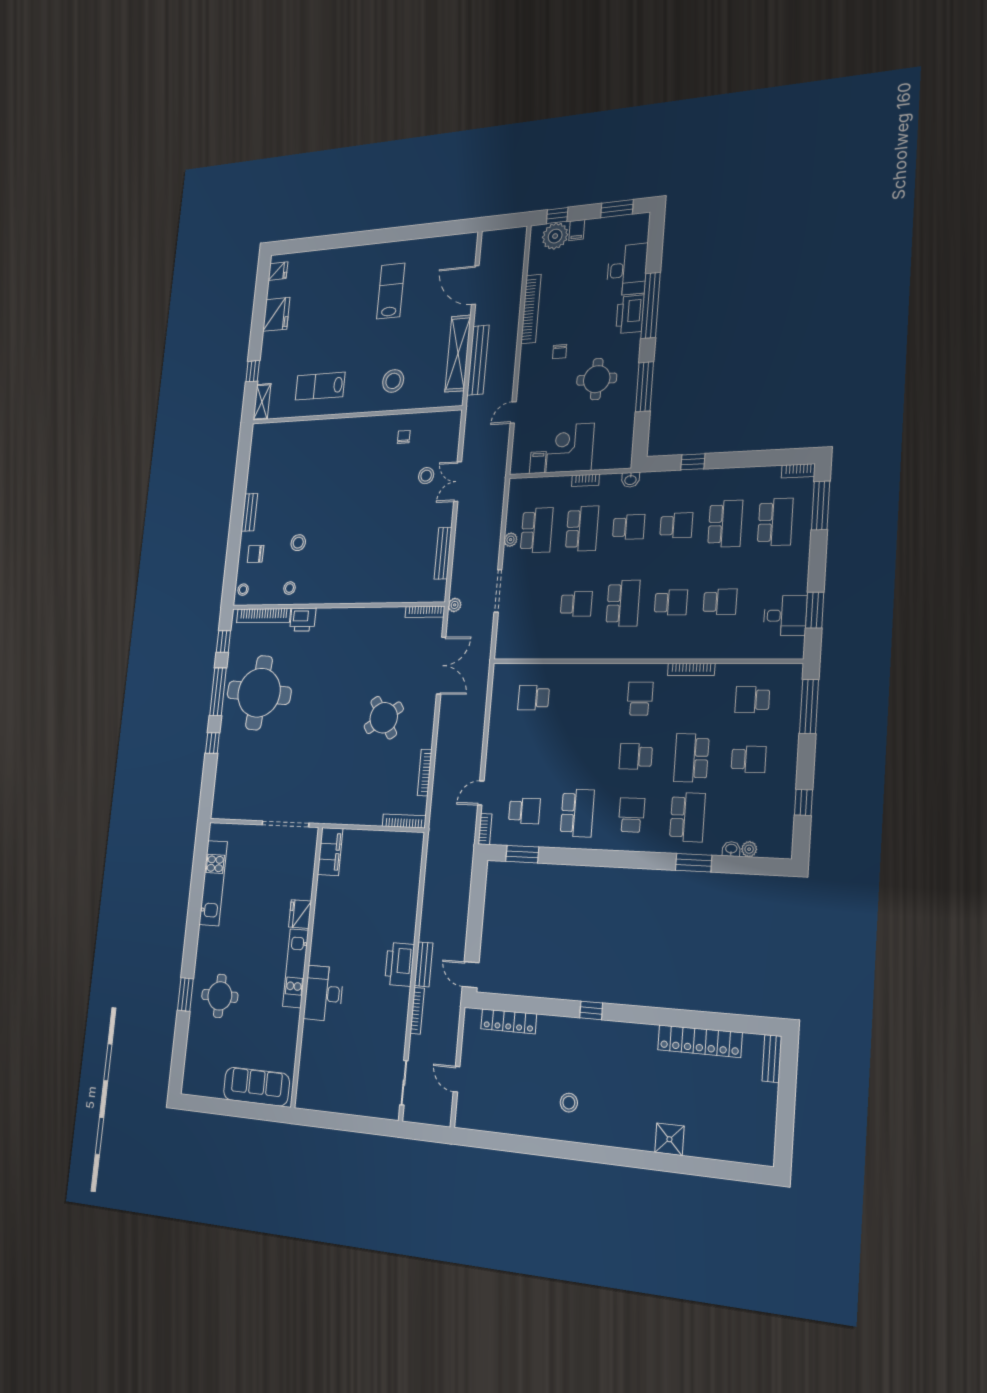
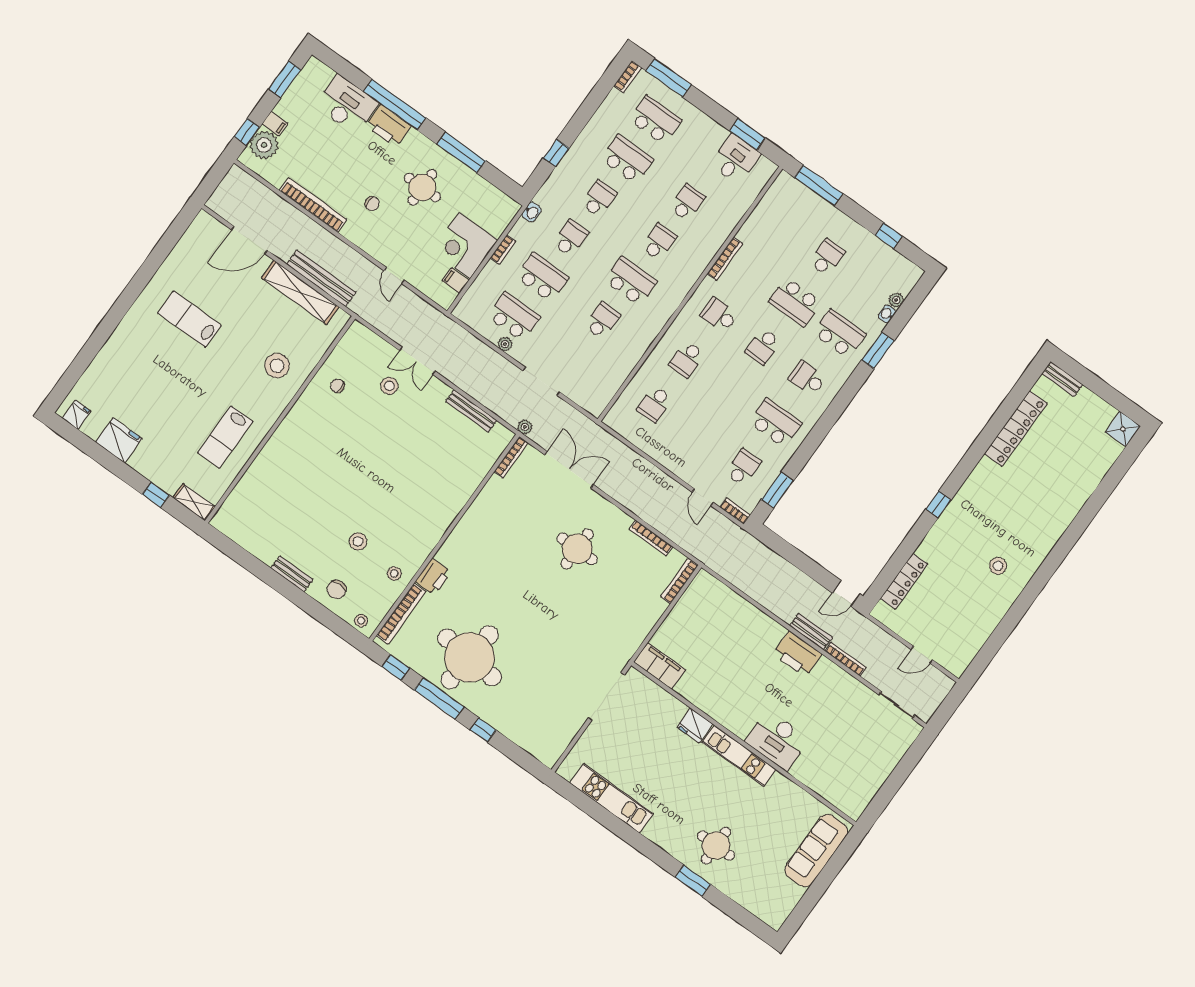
school desk: (752, 700) -> (687, 359), moved
round table: (384, 718) -> (577, 549), turned 33
shower: (669, 1139) -> (1123, 429), moved

